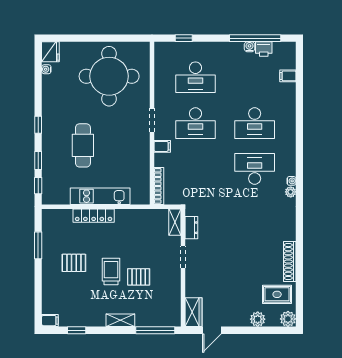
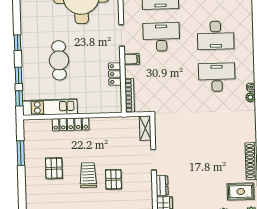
desk: (195, 123) -> (161, 37), turned 180
locker: (143, 162) -> (115, 74), added
kitchen unit: (100, 196) -> (50, 107), moved
dresser: (191, 228) -> (162, 185), moved
pallet: (74, 263) -> (54, 168), turned 90
pallet: (139, 277) -> (113, 179), turned 90

